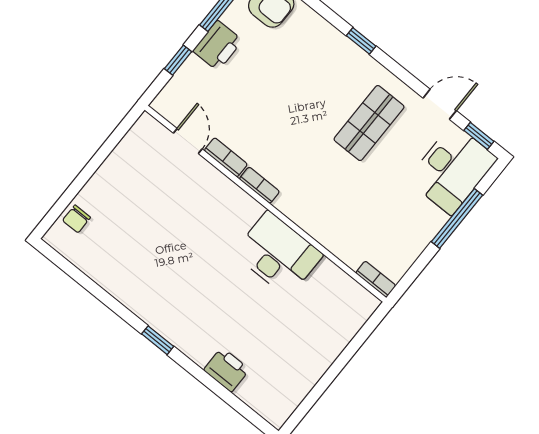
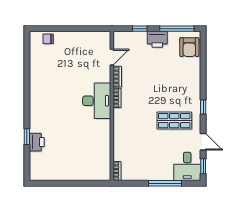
window: (361, 41) -> (203, 107), moved
desk: (452, 169) -> (187, 166), width x0.73
desk: (278, 254) -> (97, 101), moved
window: (158, 340) -> (27, 137), moved

